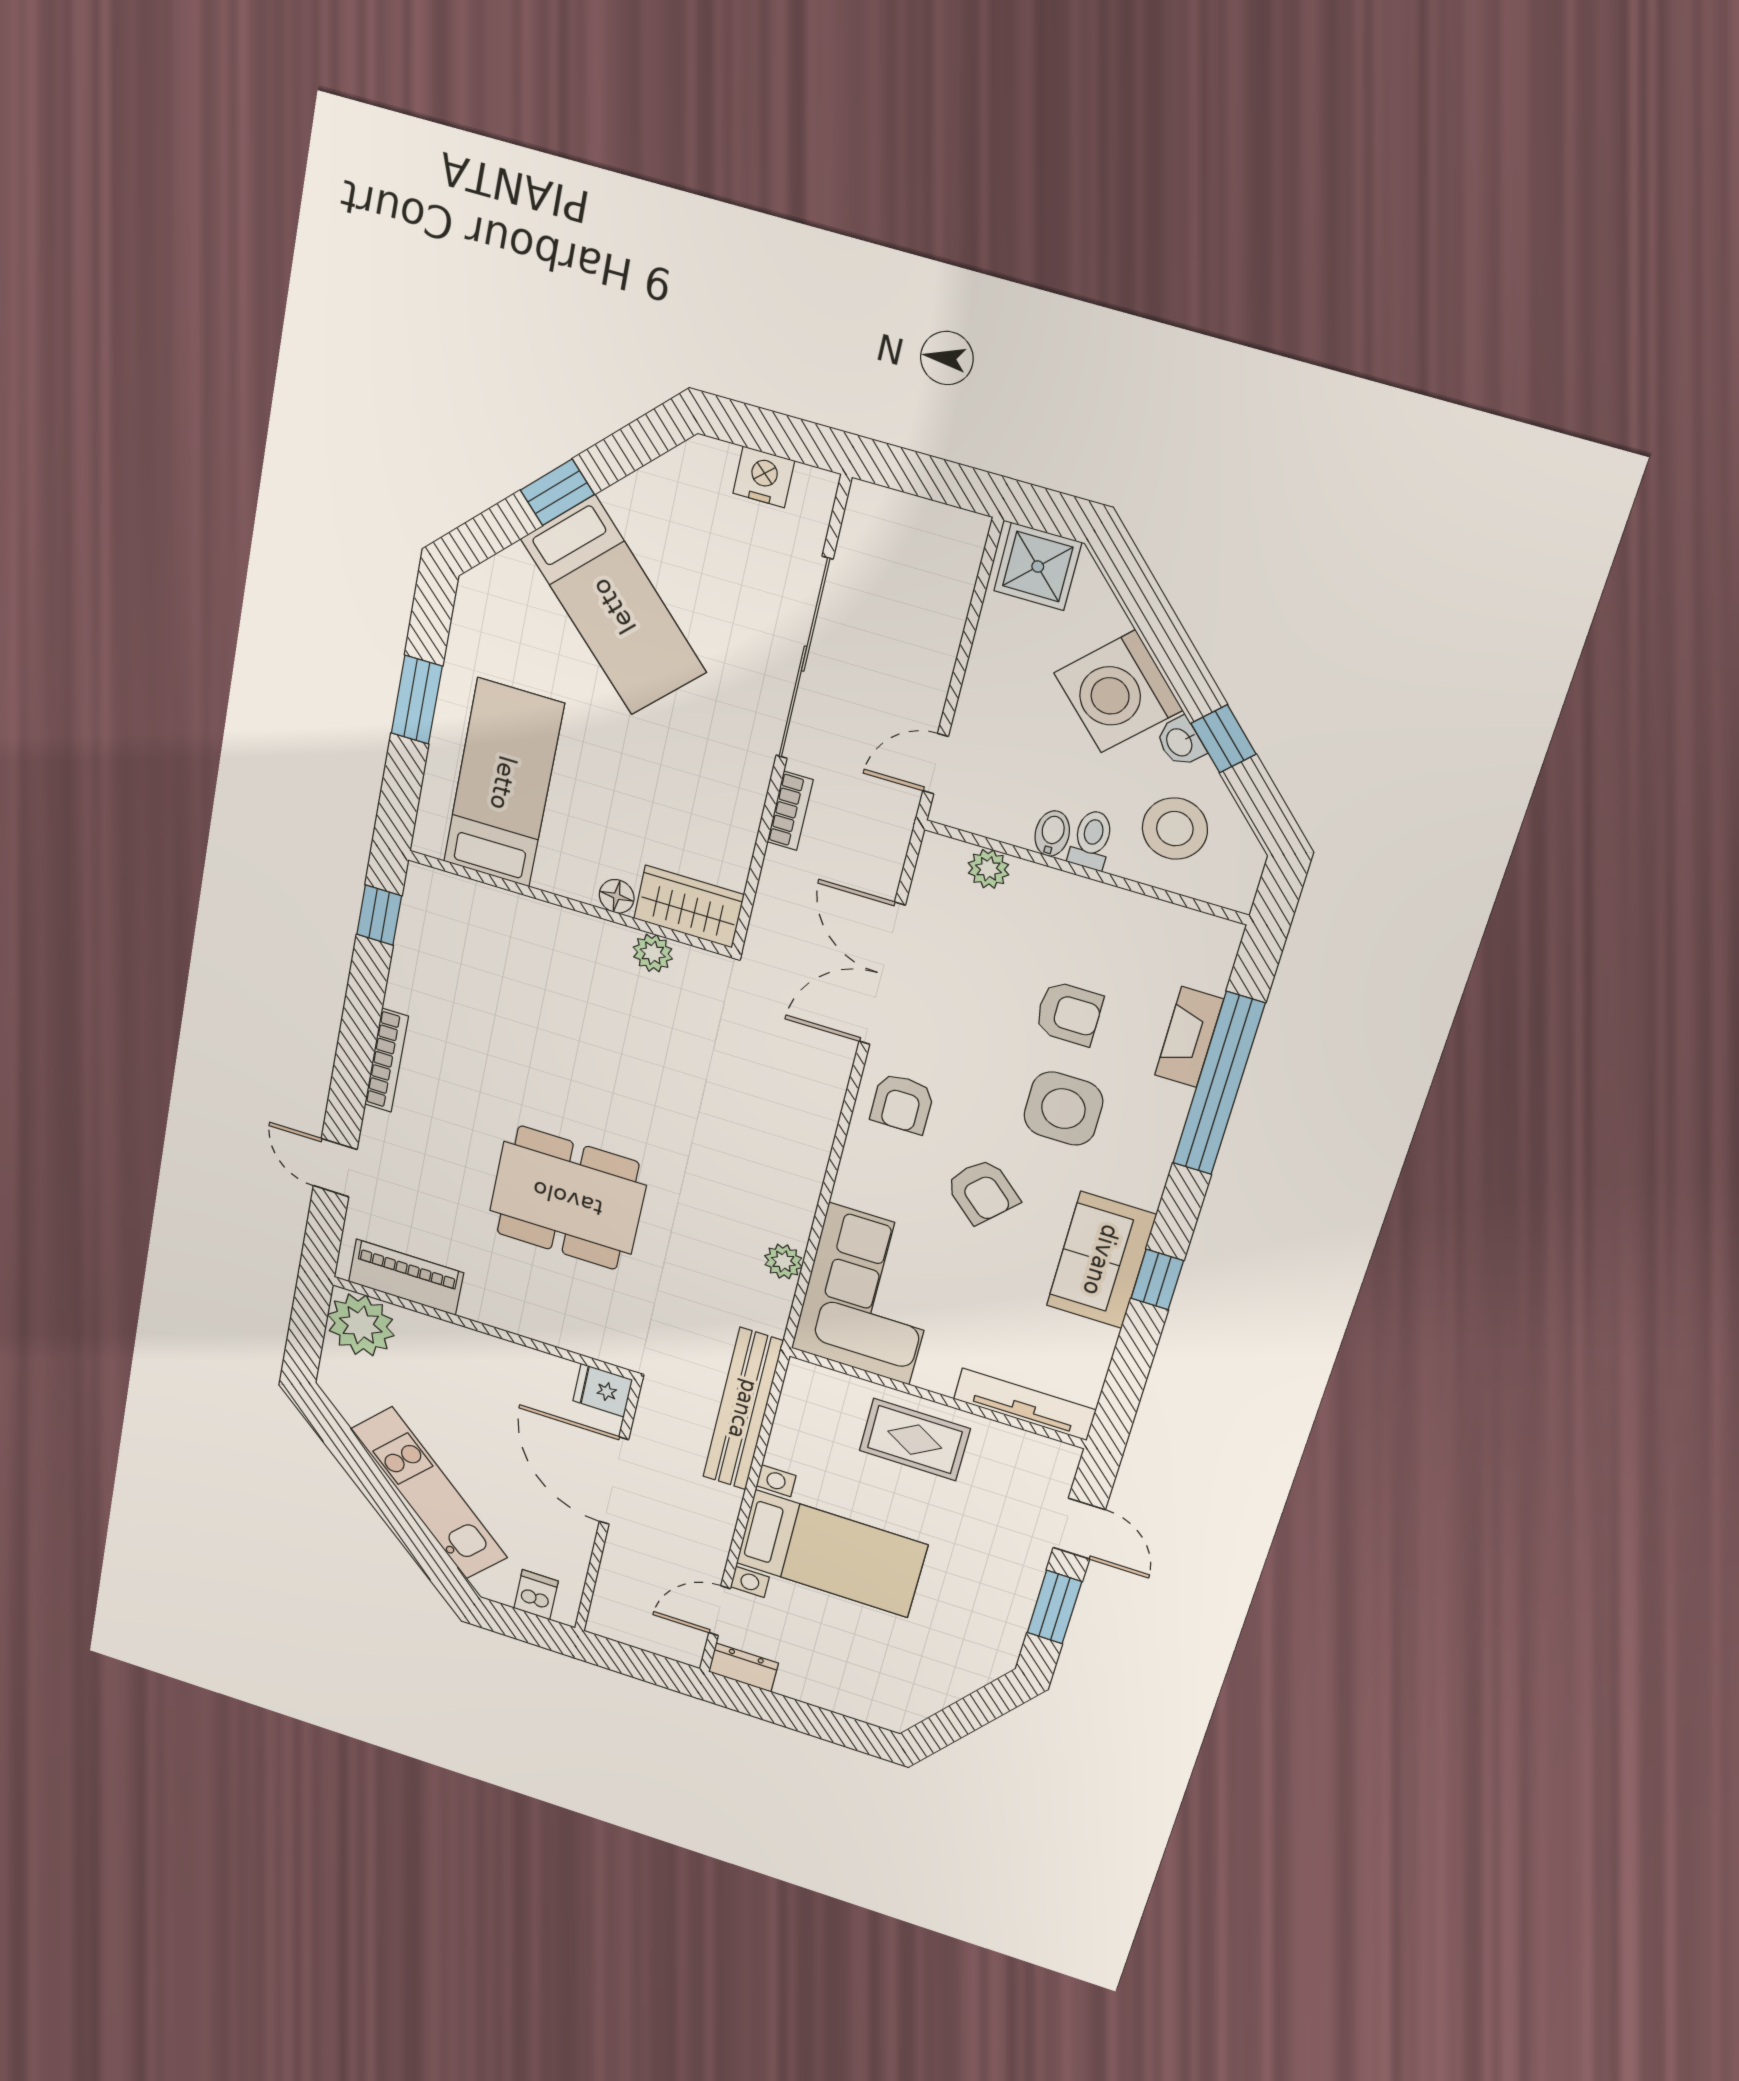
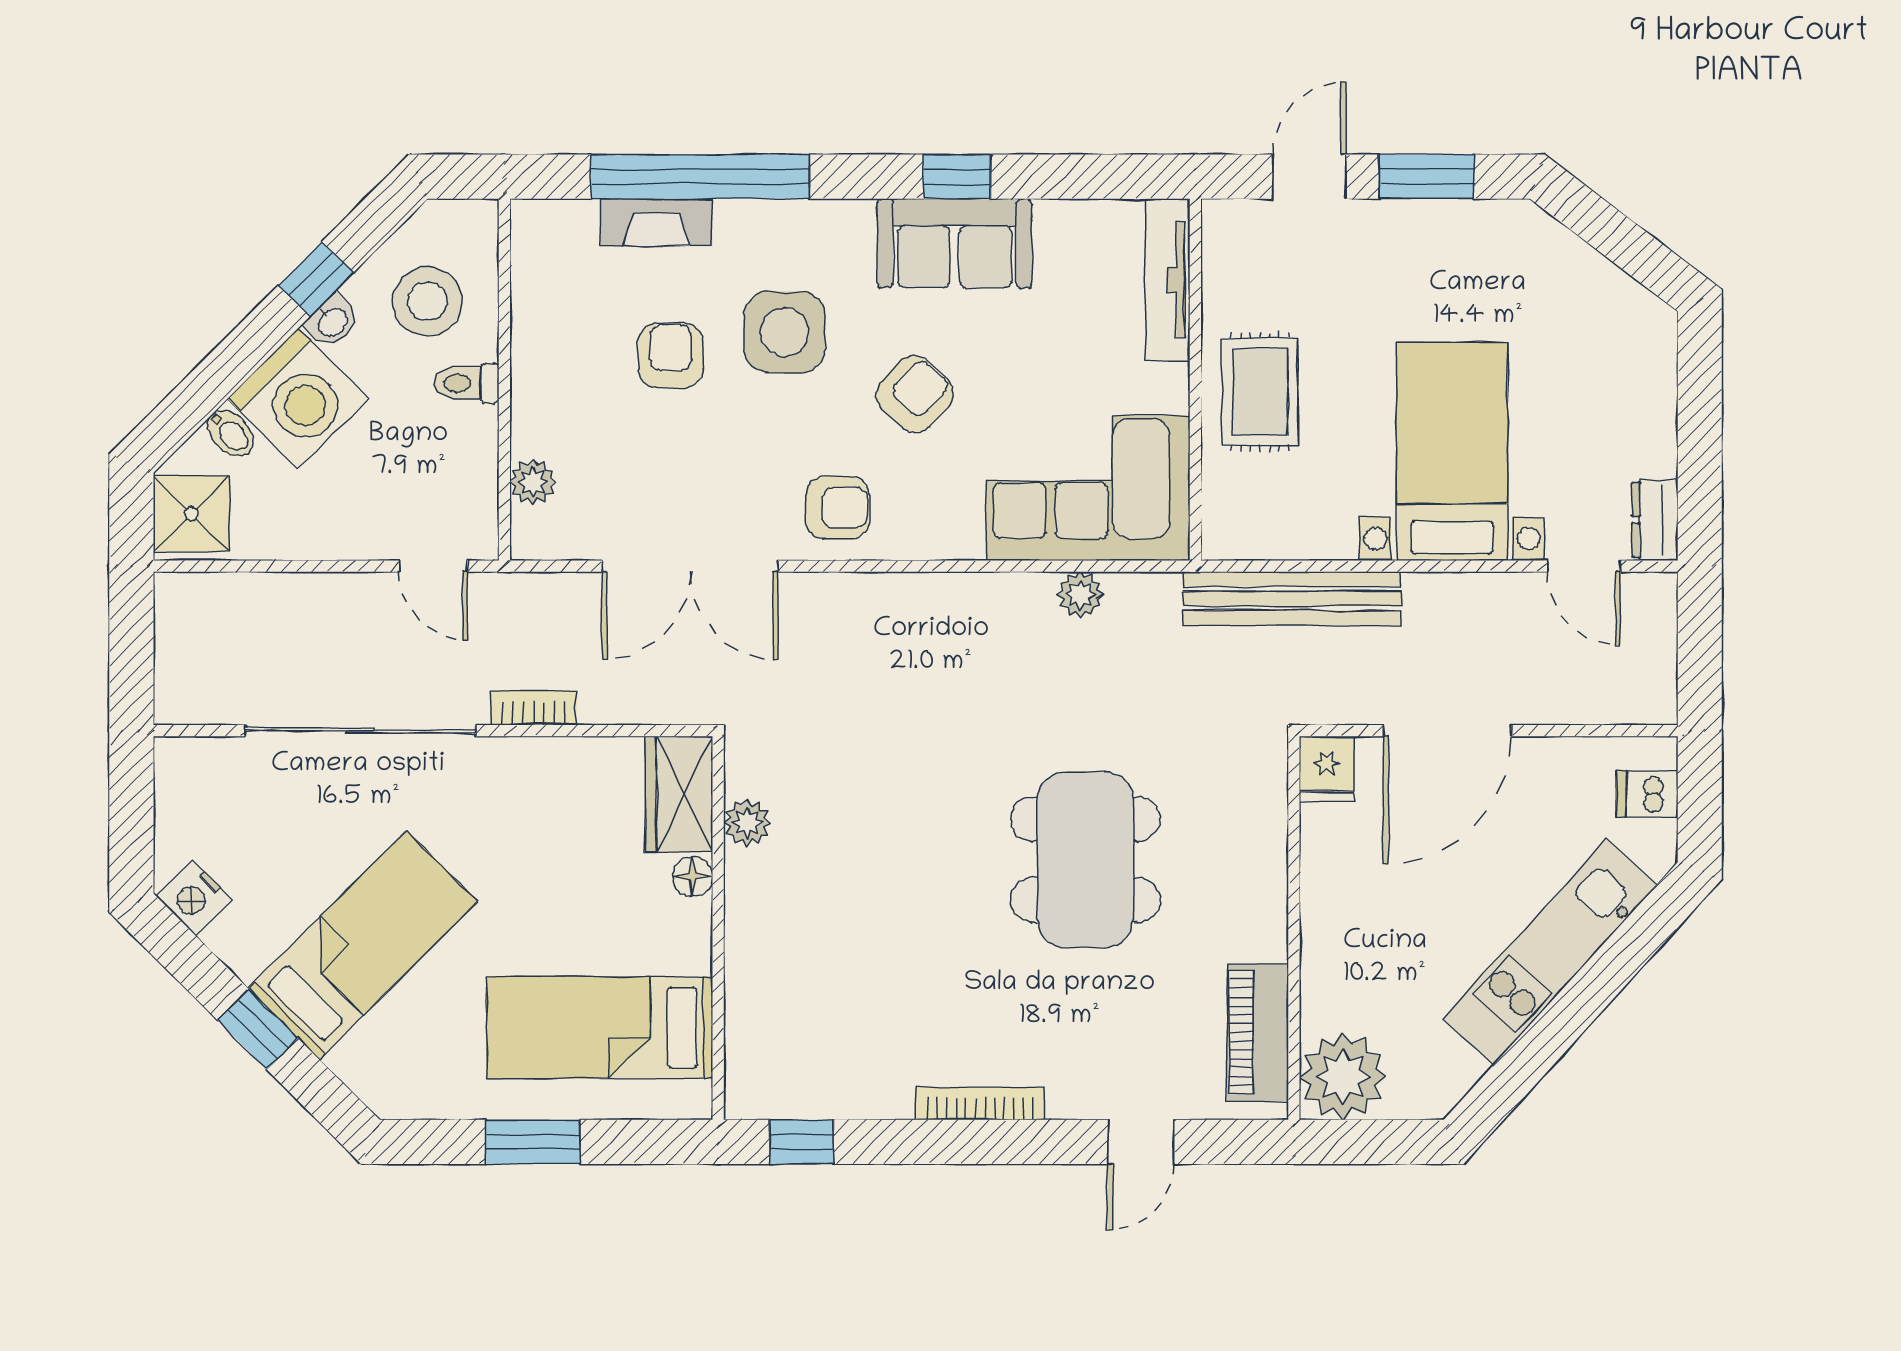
nightstand: (764, 477) -> (194, 898), moved, turned -45
bidet: (1052, 834) -> (230, 433), moved, turned -135

